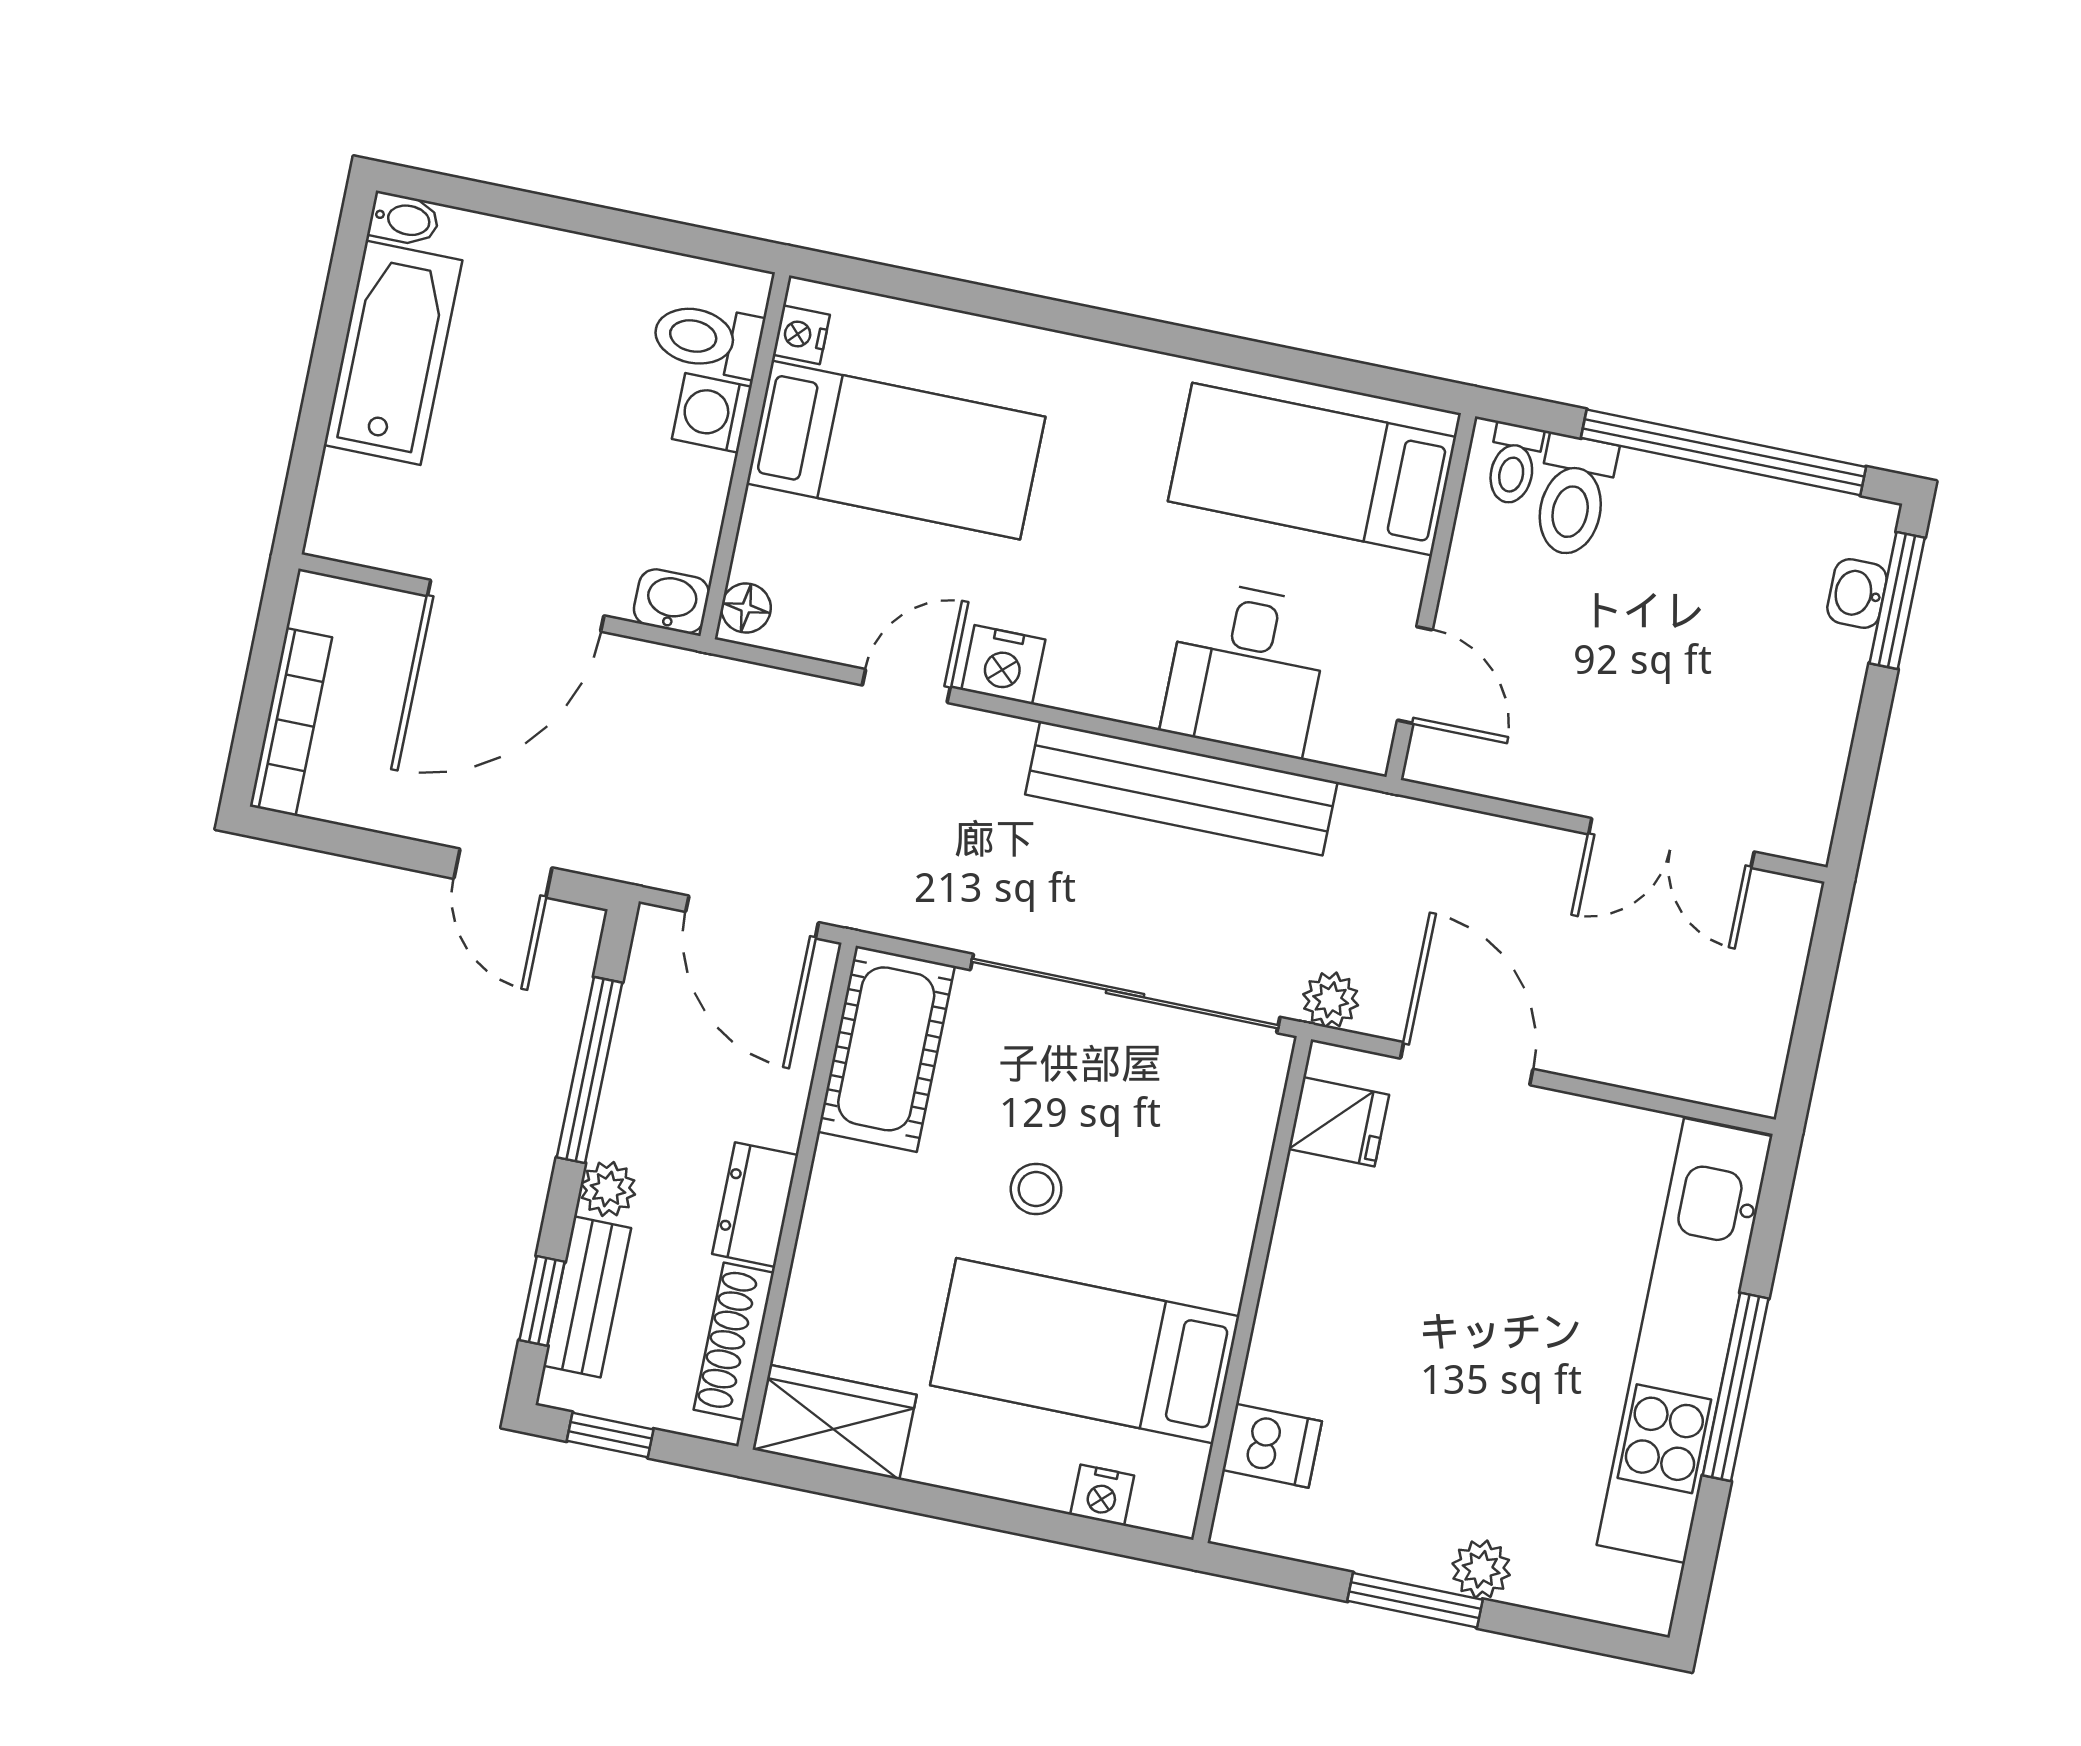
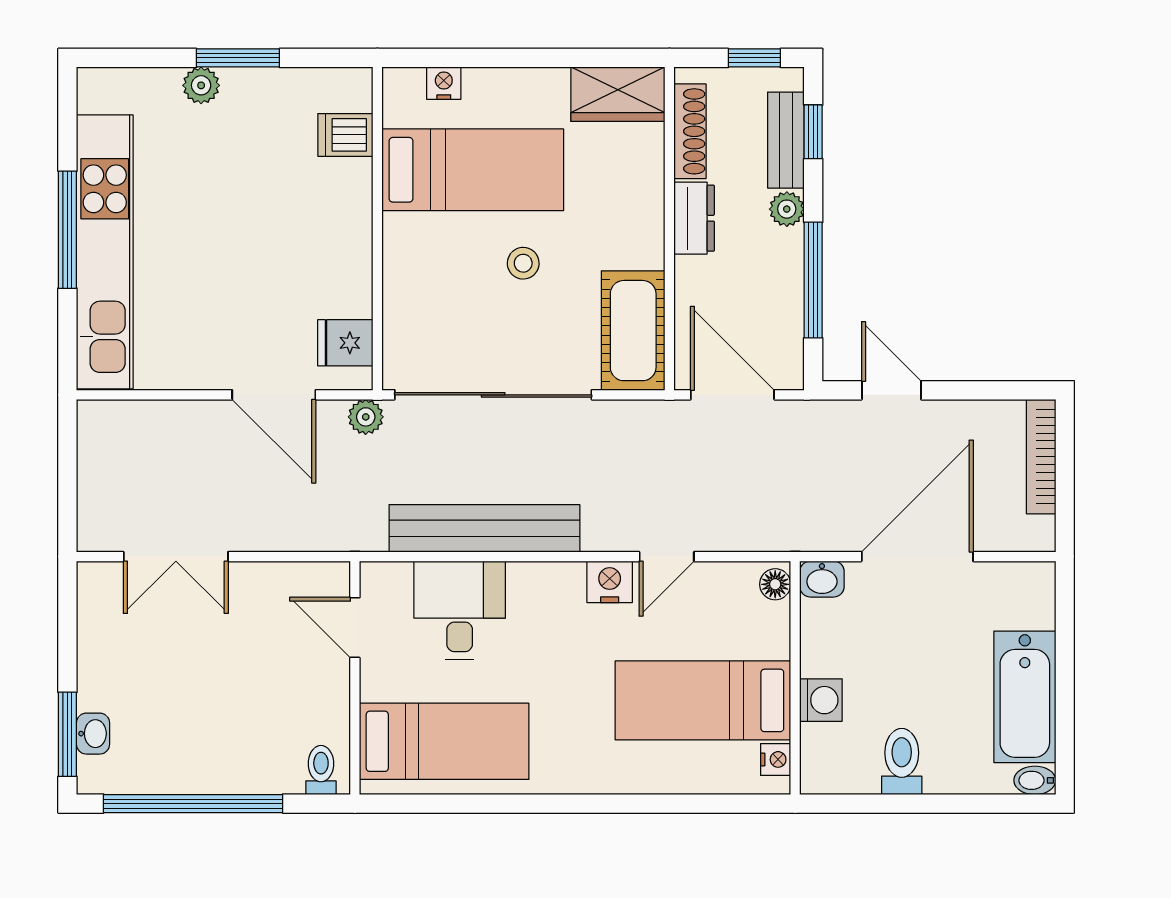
toilet: (708, 339) -> (902, 762), moved, turned -90
toilet: (1573, 496) -> (280, 758), removed
double door: (1671, 843) -> (176, 557), swing flipped

